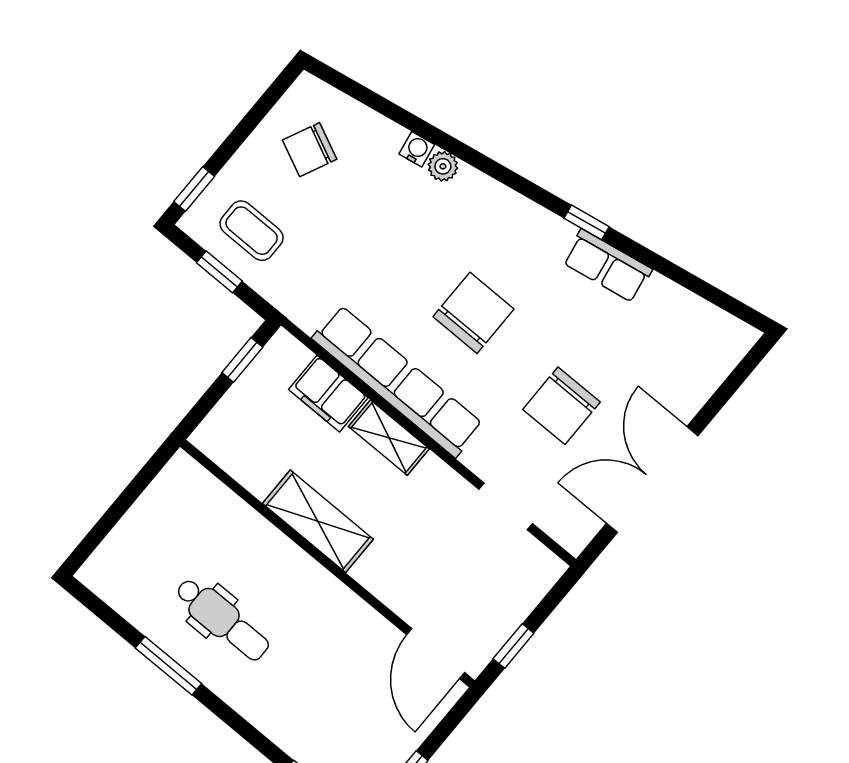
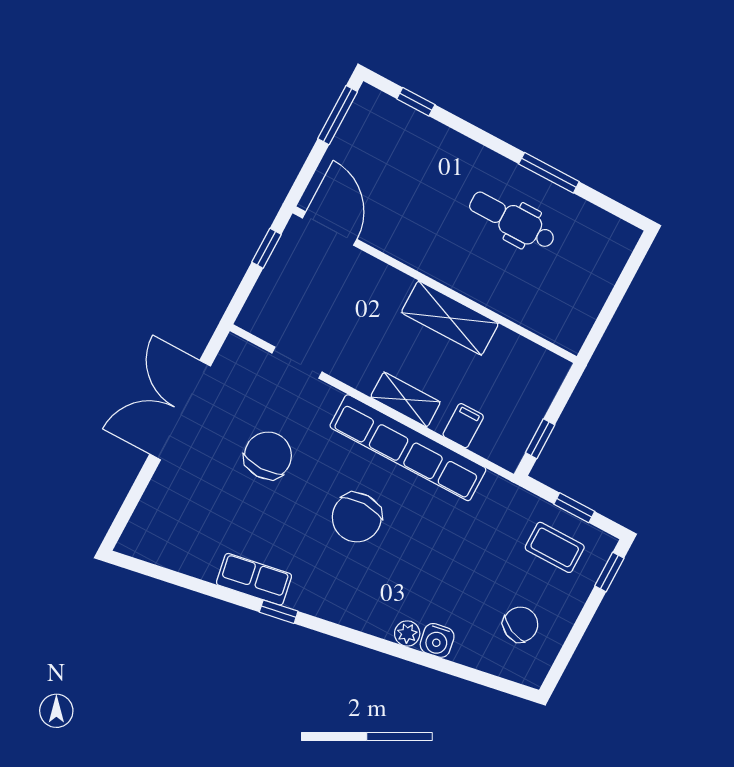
water cooler: (417, 149) -> (437, 640), width x1.38, depth x1.38
filing cabinet: (328, 394) -> (463, 426), width x0.50
double door: (652, 479) -> (180, 410), swing flipped

